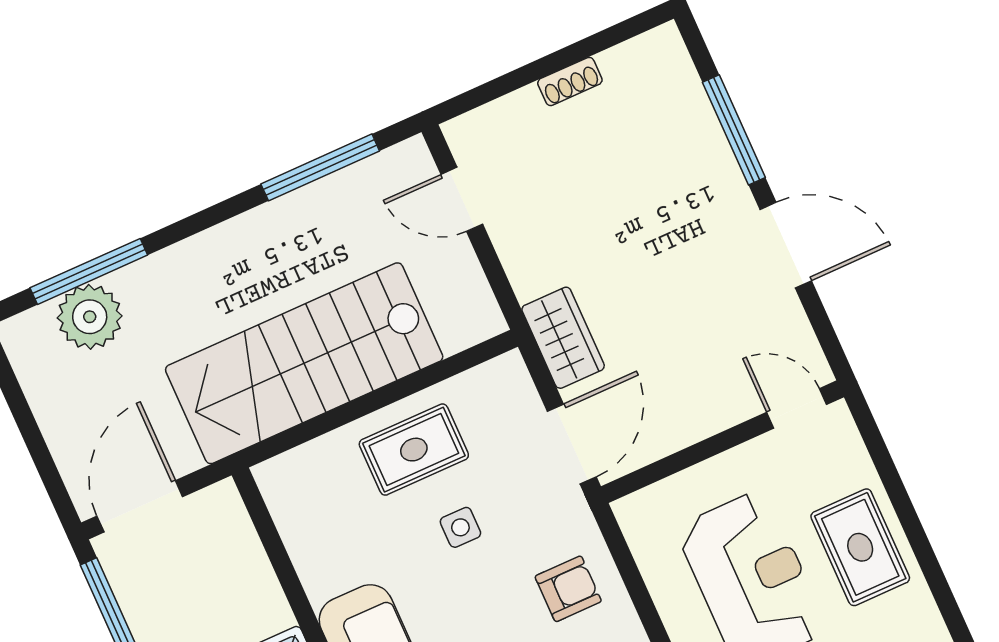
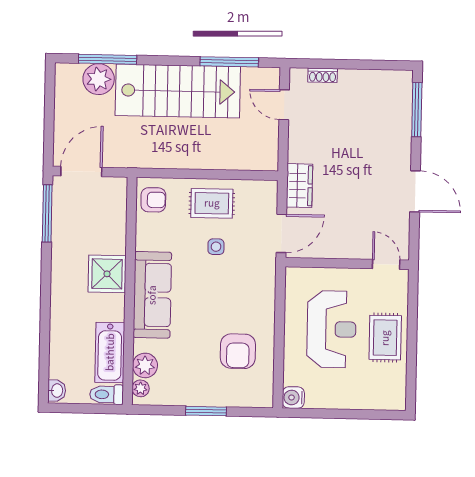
shoe rack: (570, 81) -> (323, 75), moved
window: (734, 130) -> (417, 110), moved
stairs: (304, 363) -> (178, 91), moved, turned 180
armchair: (568, 589) -> (153, 200), moved

